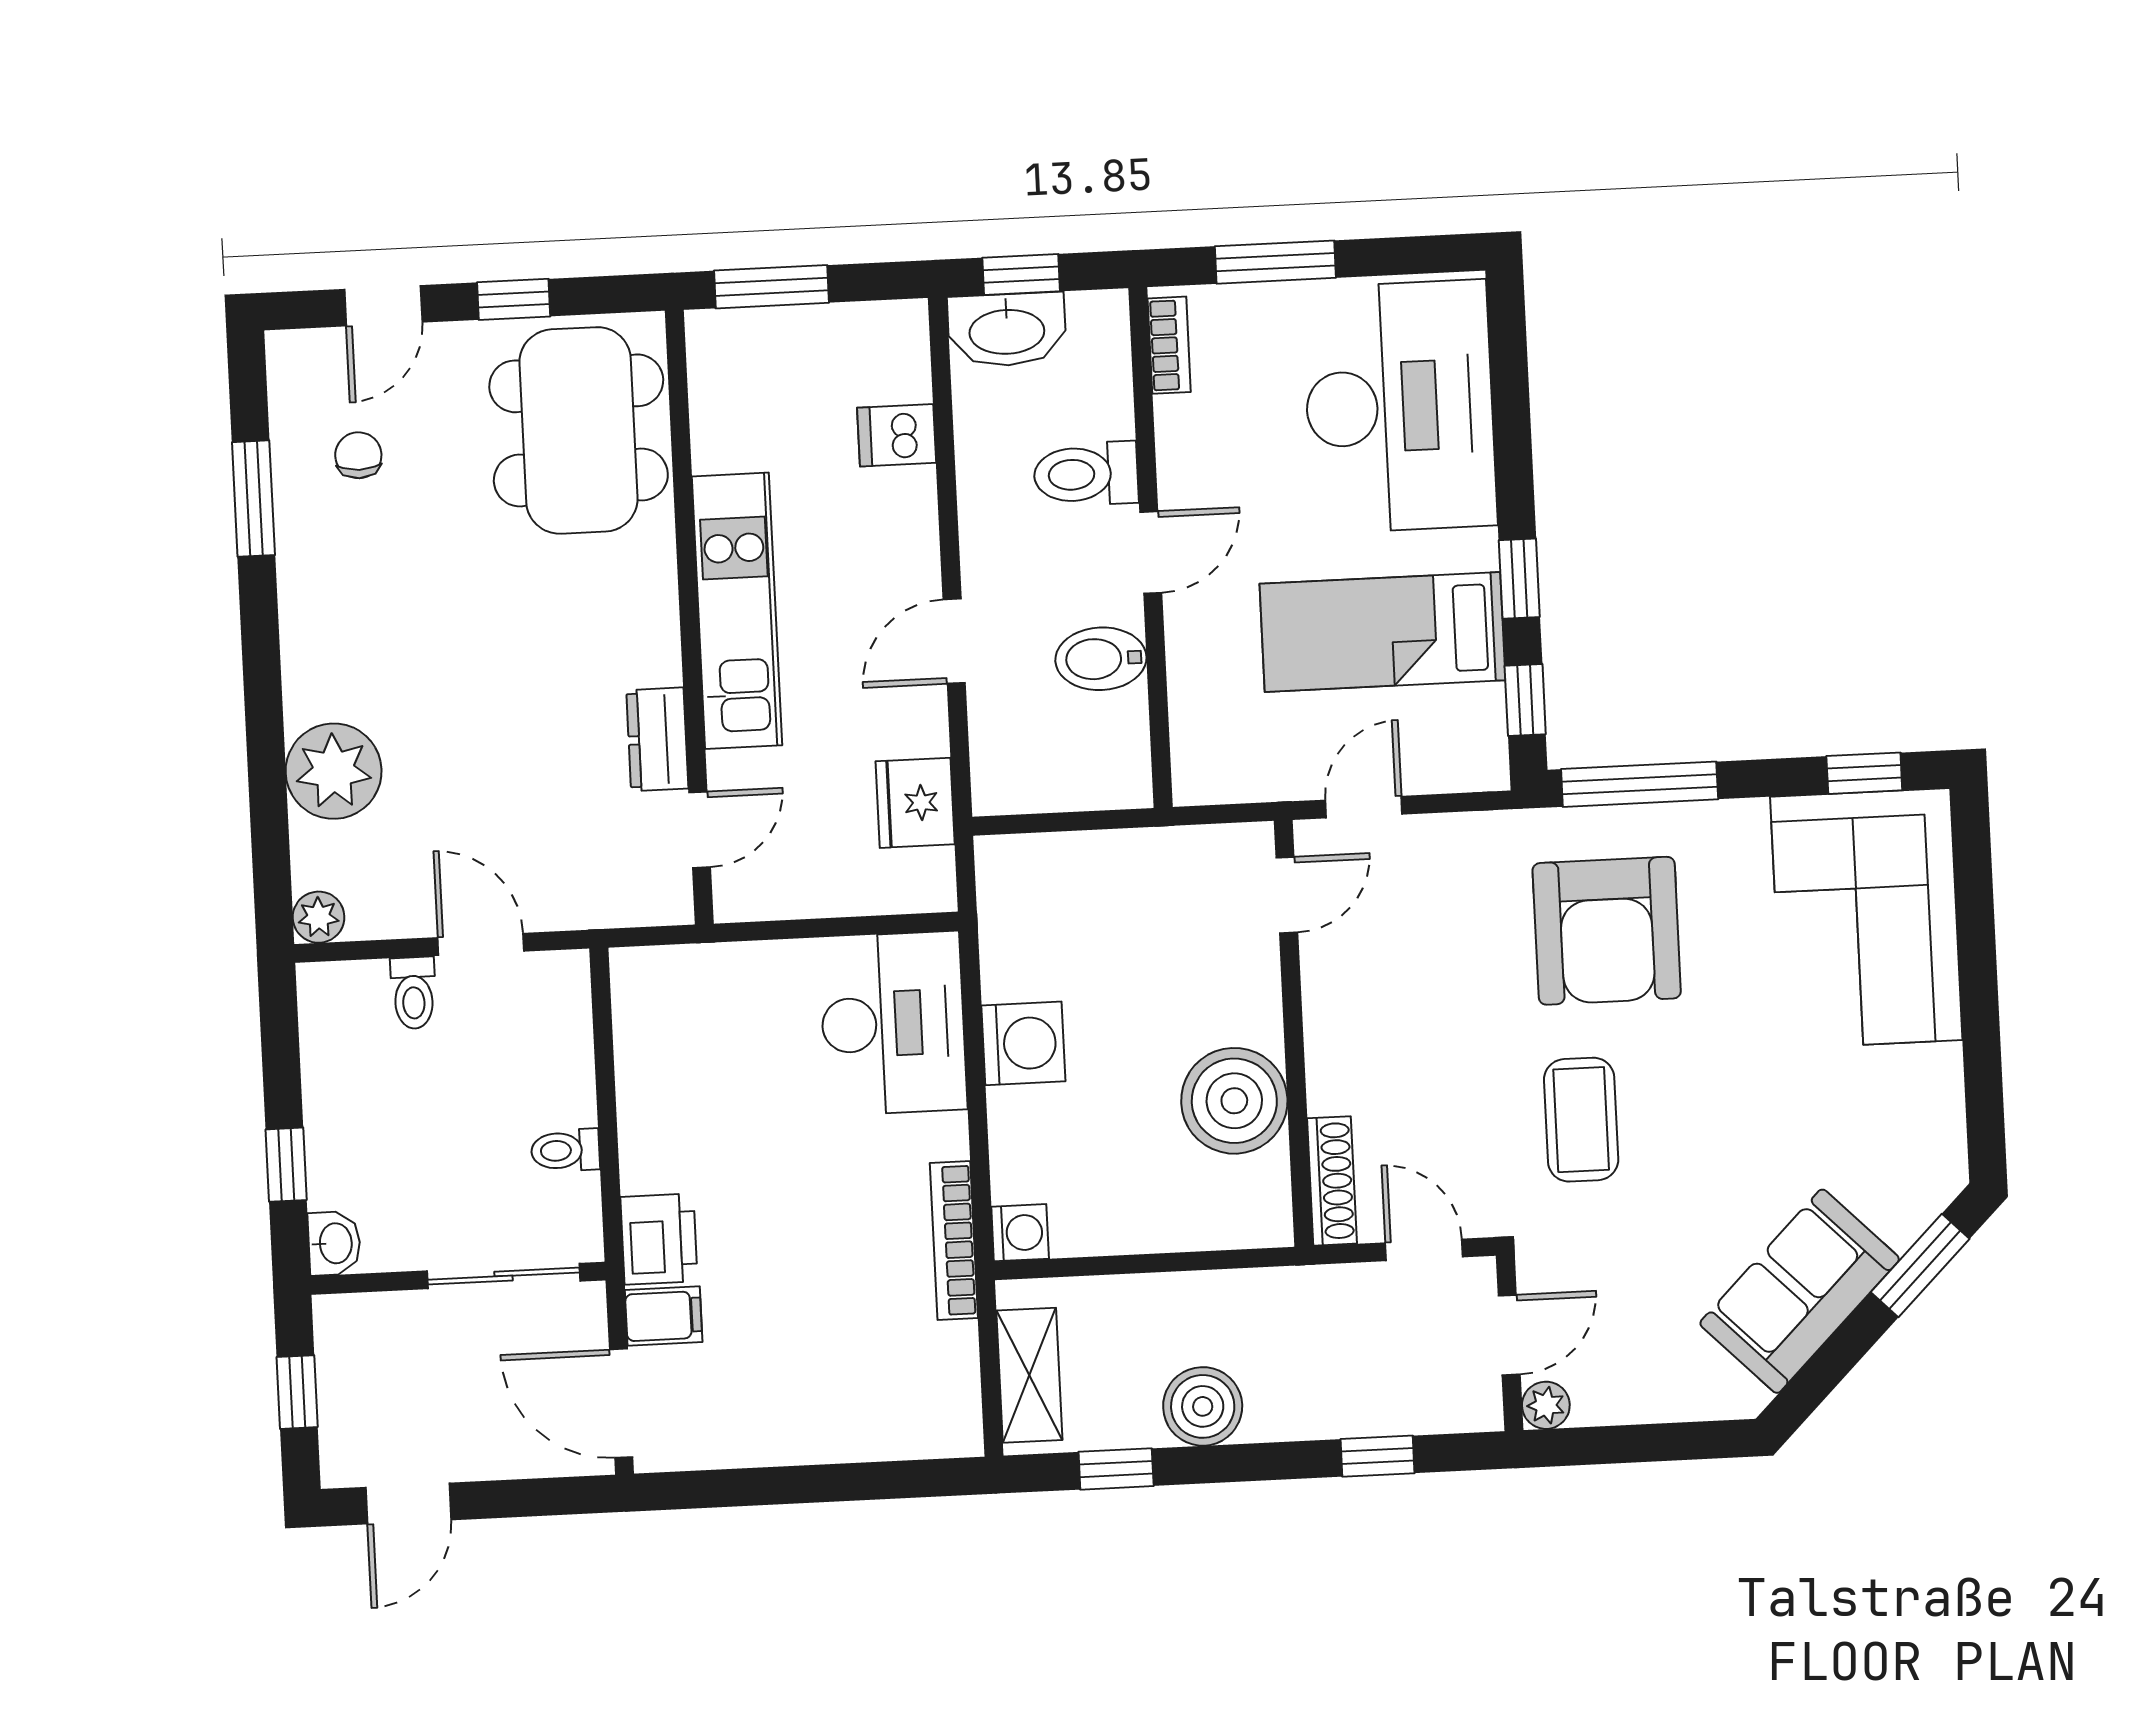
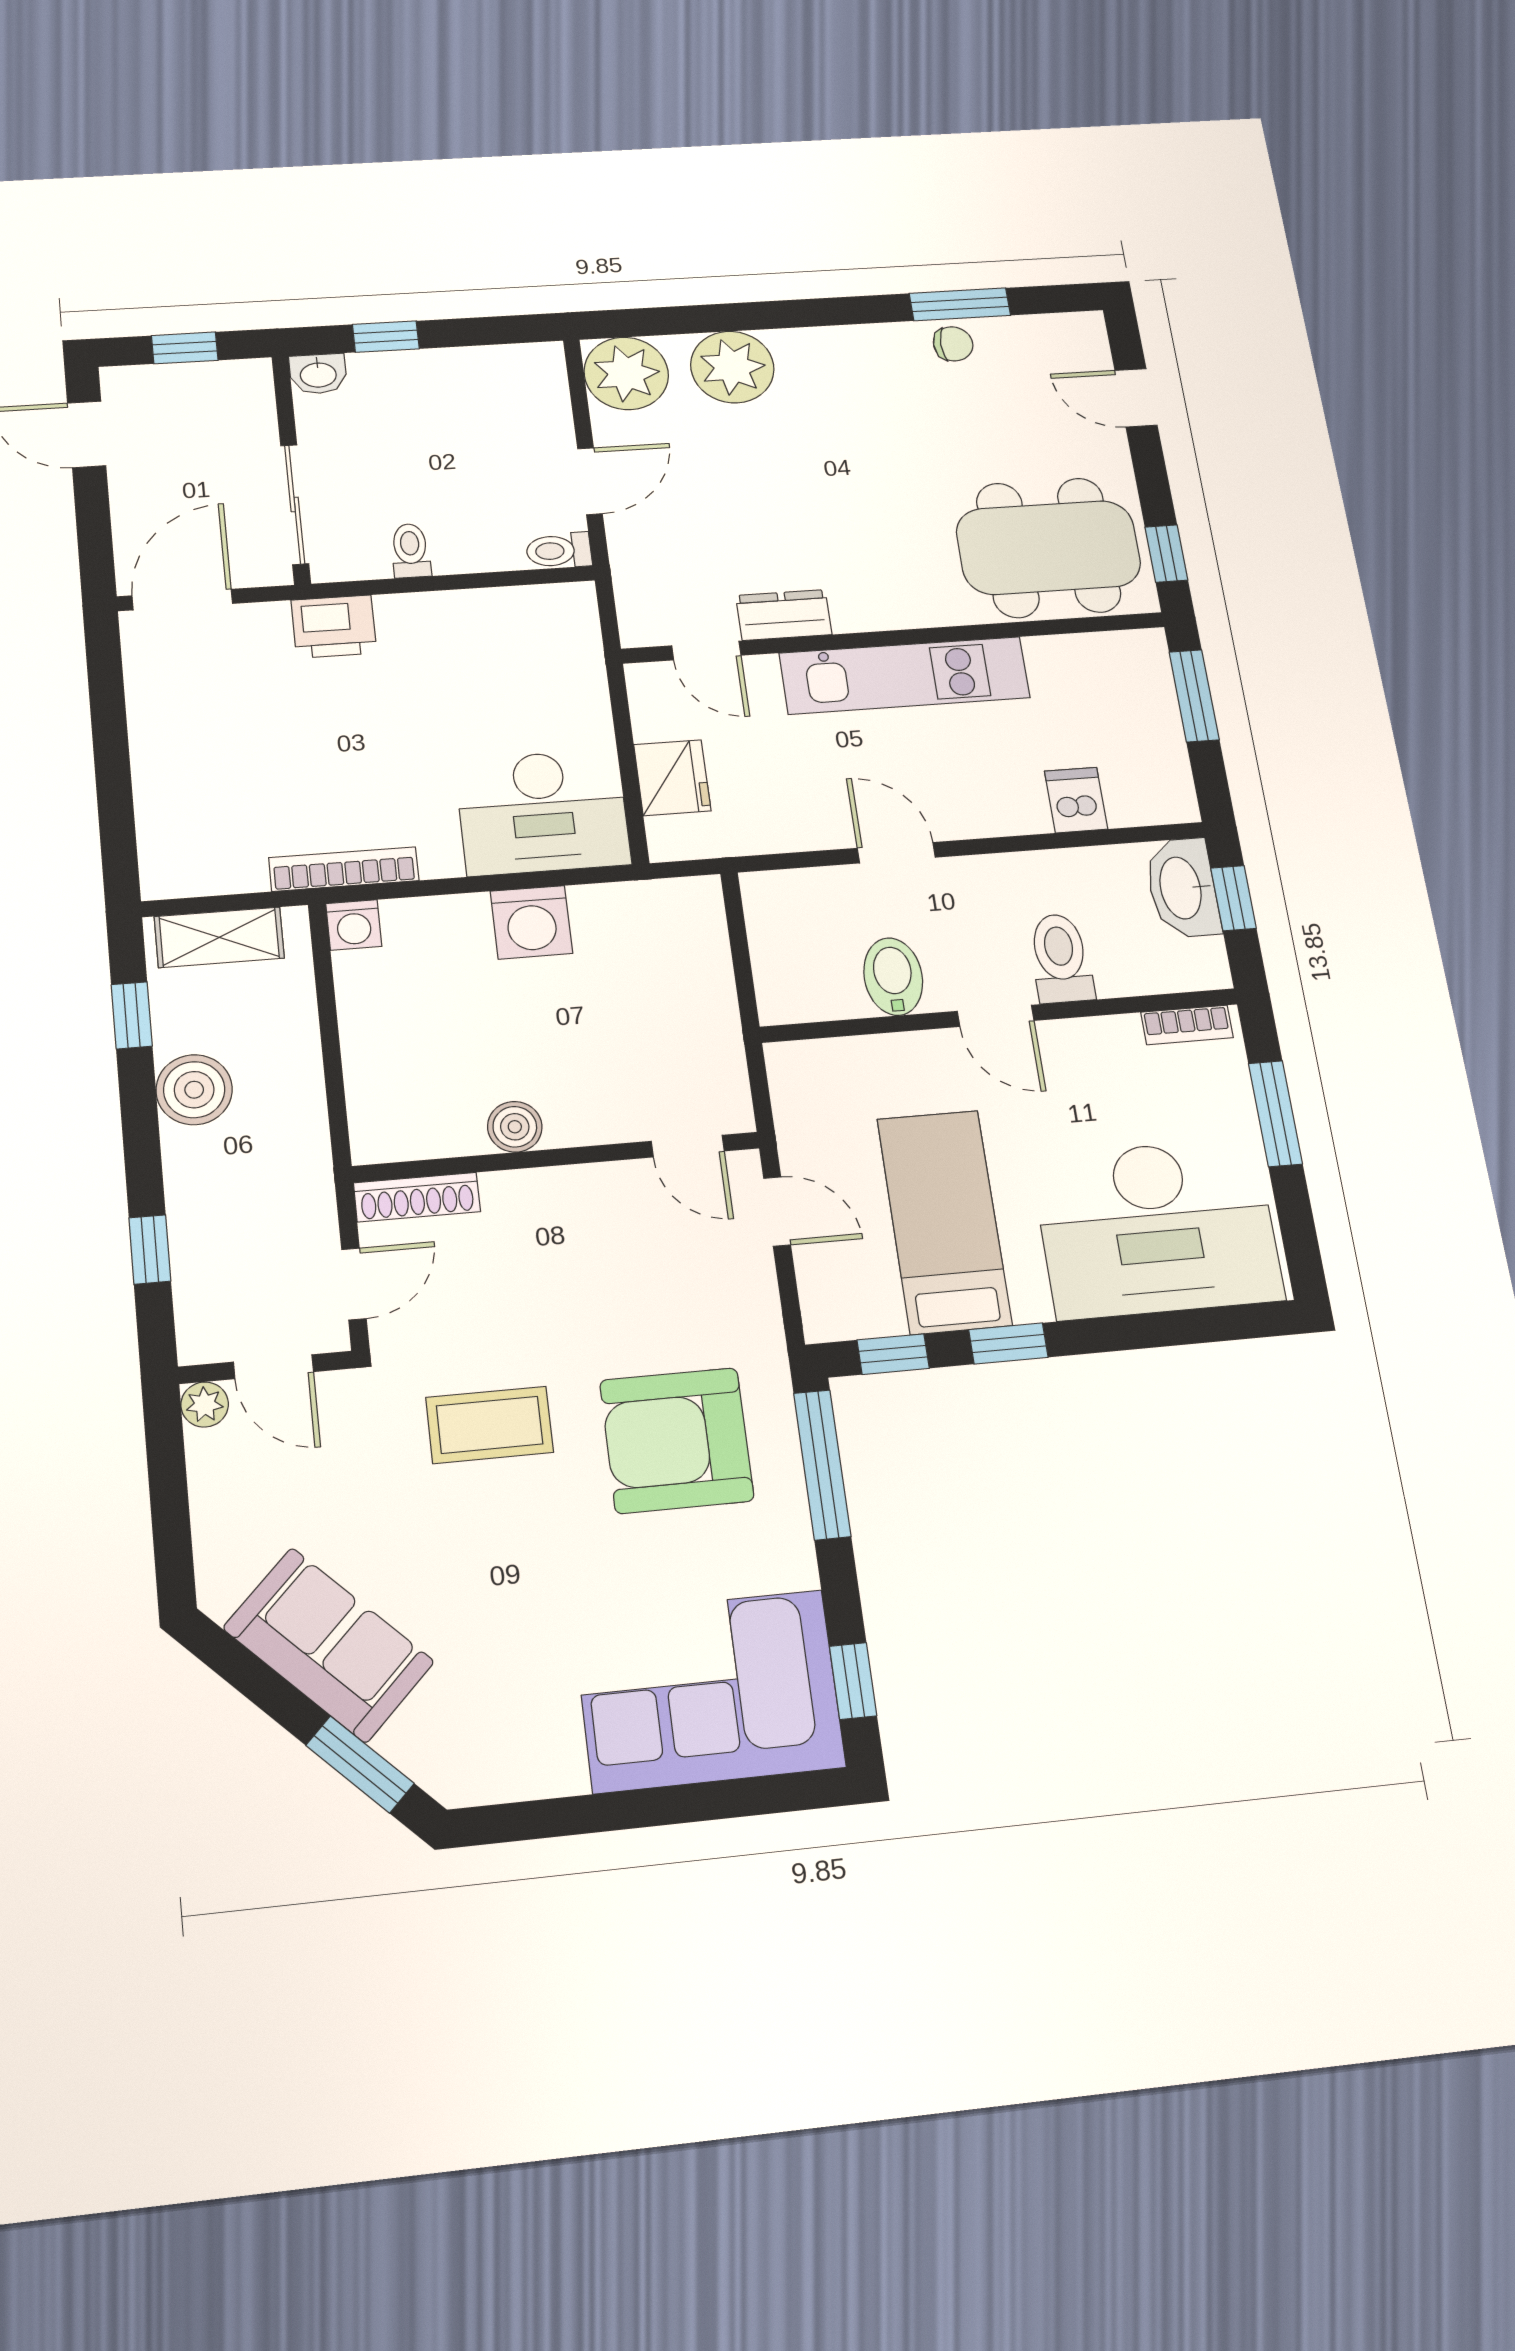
window: (514, 299) -> (1166, 554), moved
chair: (358, 455) -> (953, 344), moved
fridge: (915, 803) -> (672, 778), moved, turned 90
plant: (319, 917) -> (626, 373), width x1.87, depth x1.87
toilet: (413, 993) -> (559, 551), moved
boiler: (1234, 1101) -> (515, 1127), width x0.54, depth x0.54
filing cabinet: (664, 1316) -> (264, 632), removed

